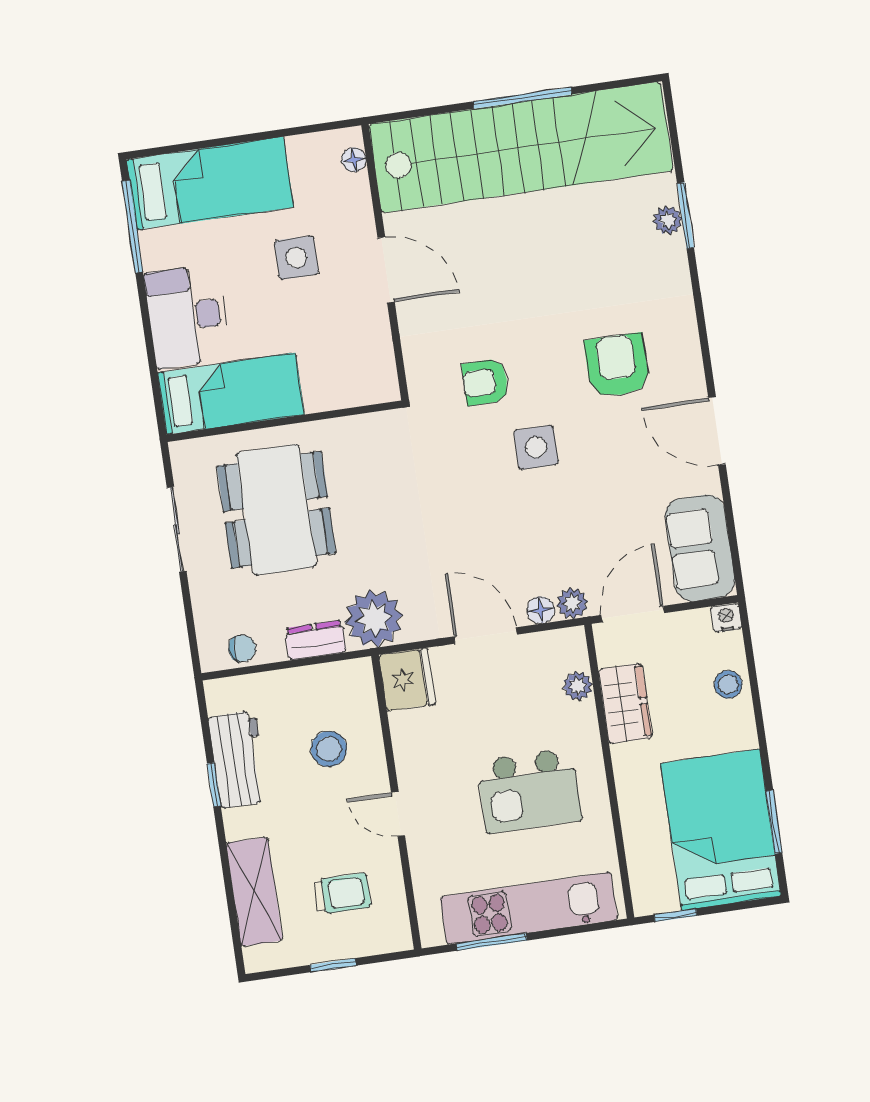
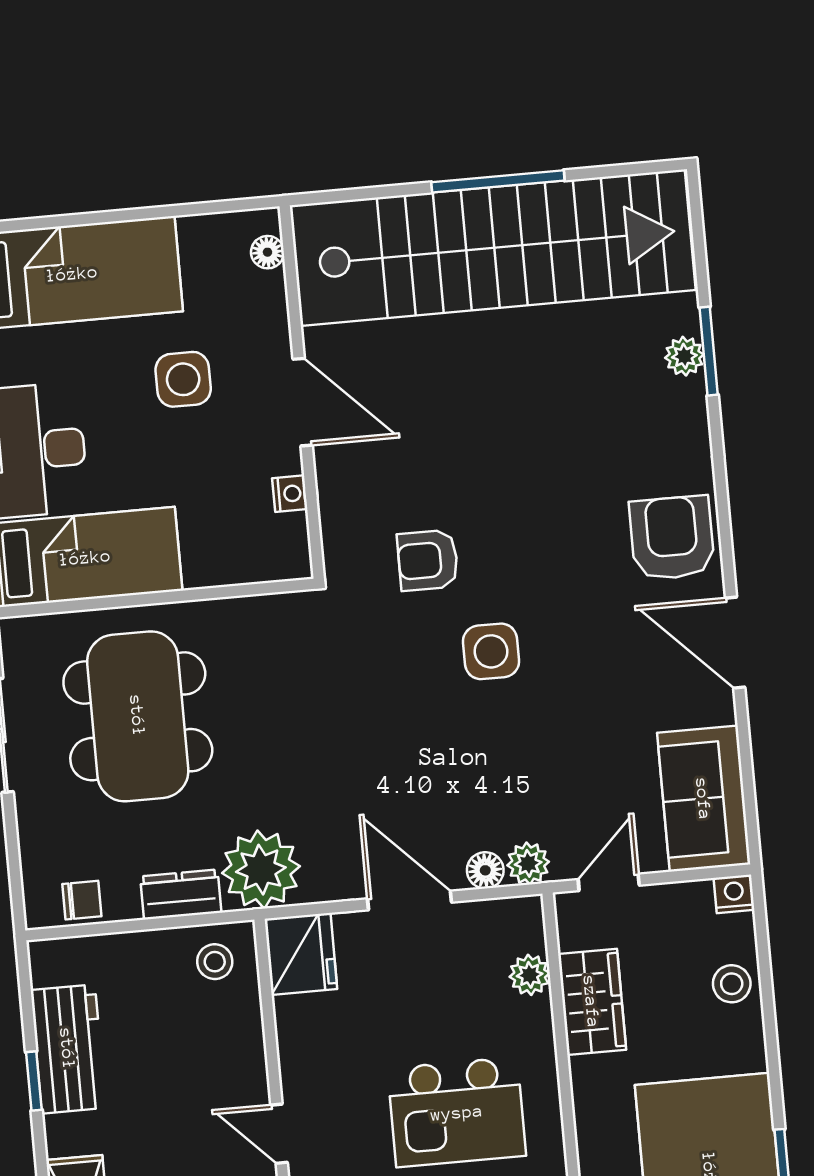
nightstand: (380, 338) -> (290, 494), added
armchair: (617, 366) -> (672, 538), moved
door: (633, 614) -> (609, 882), width x0.73
stool: (329, 749) -> (215, 962), moved, width x0.73, depth x0.73

